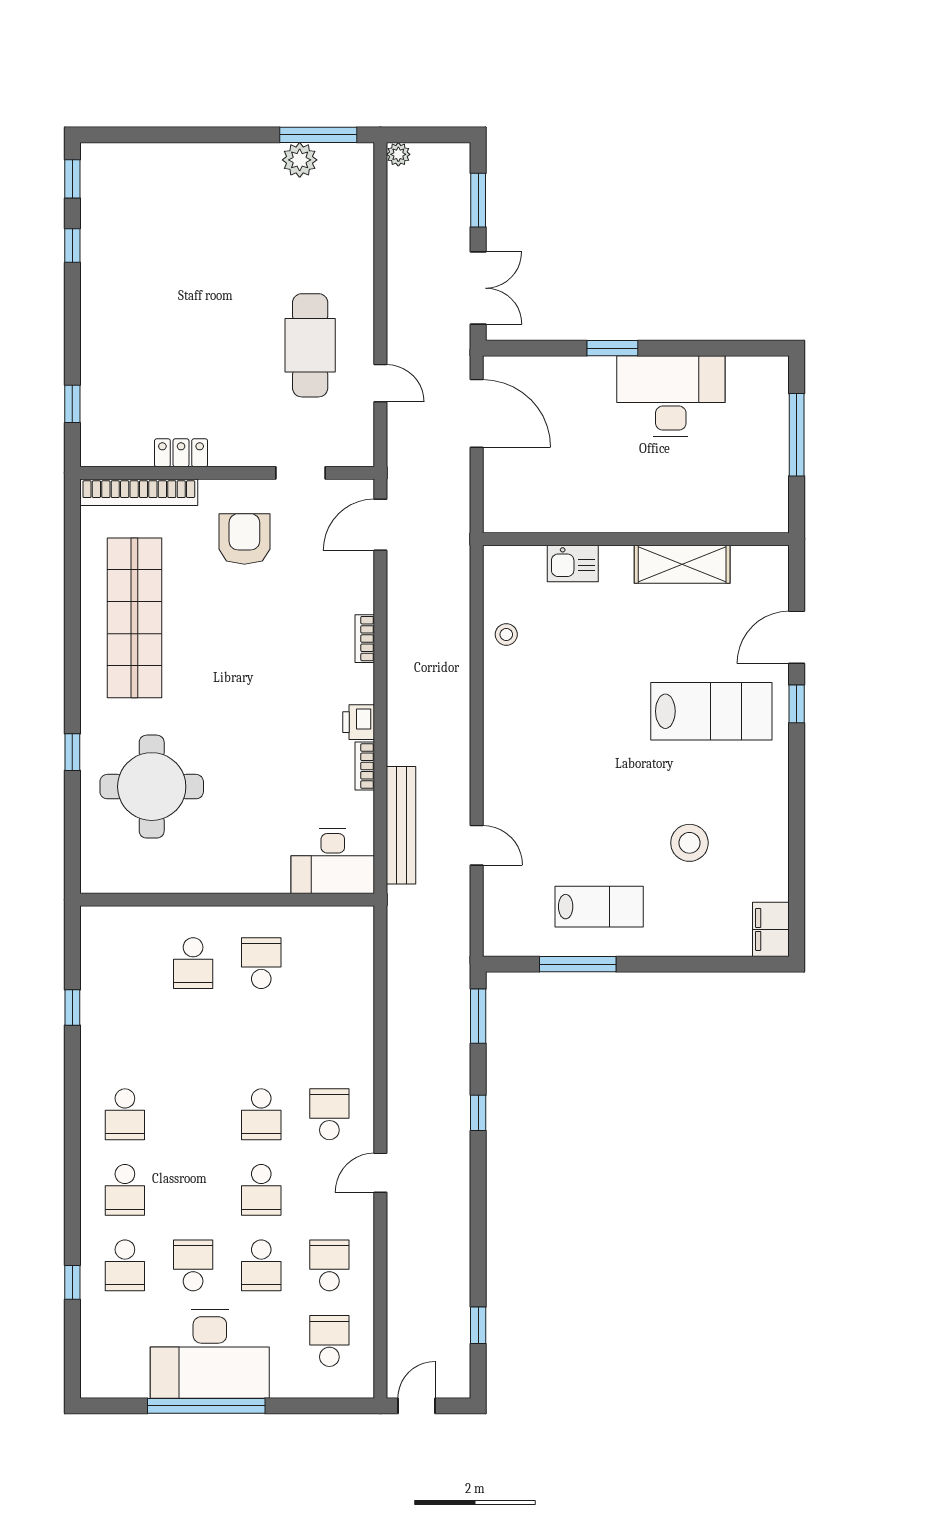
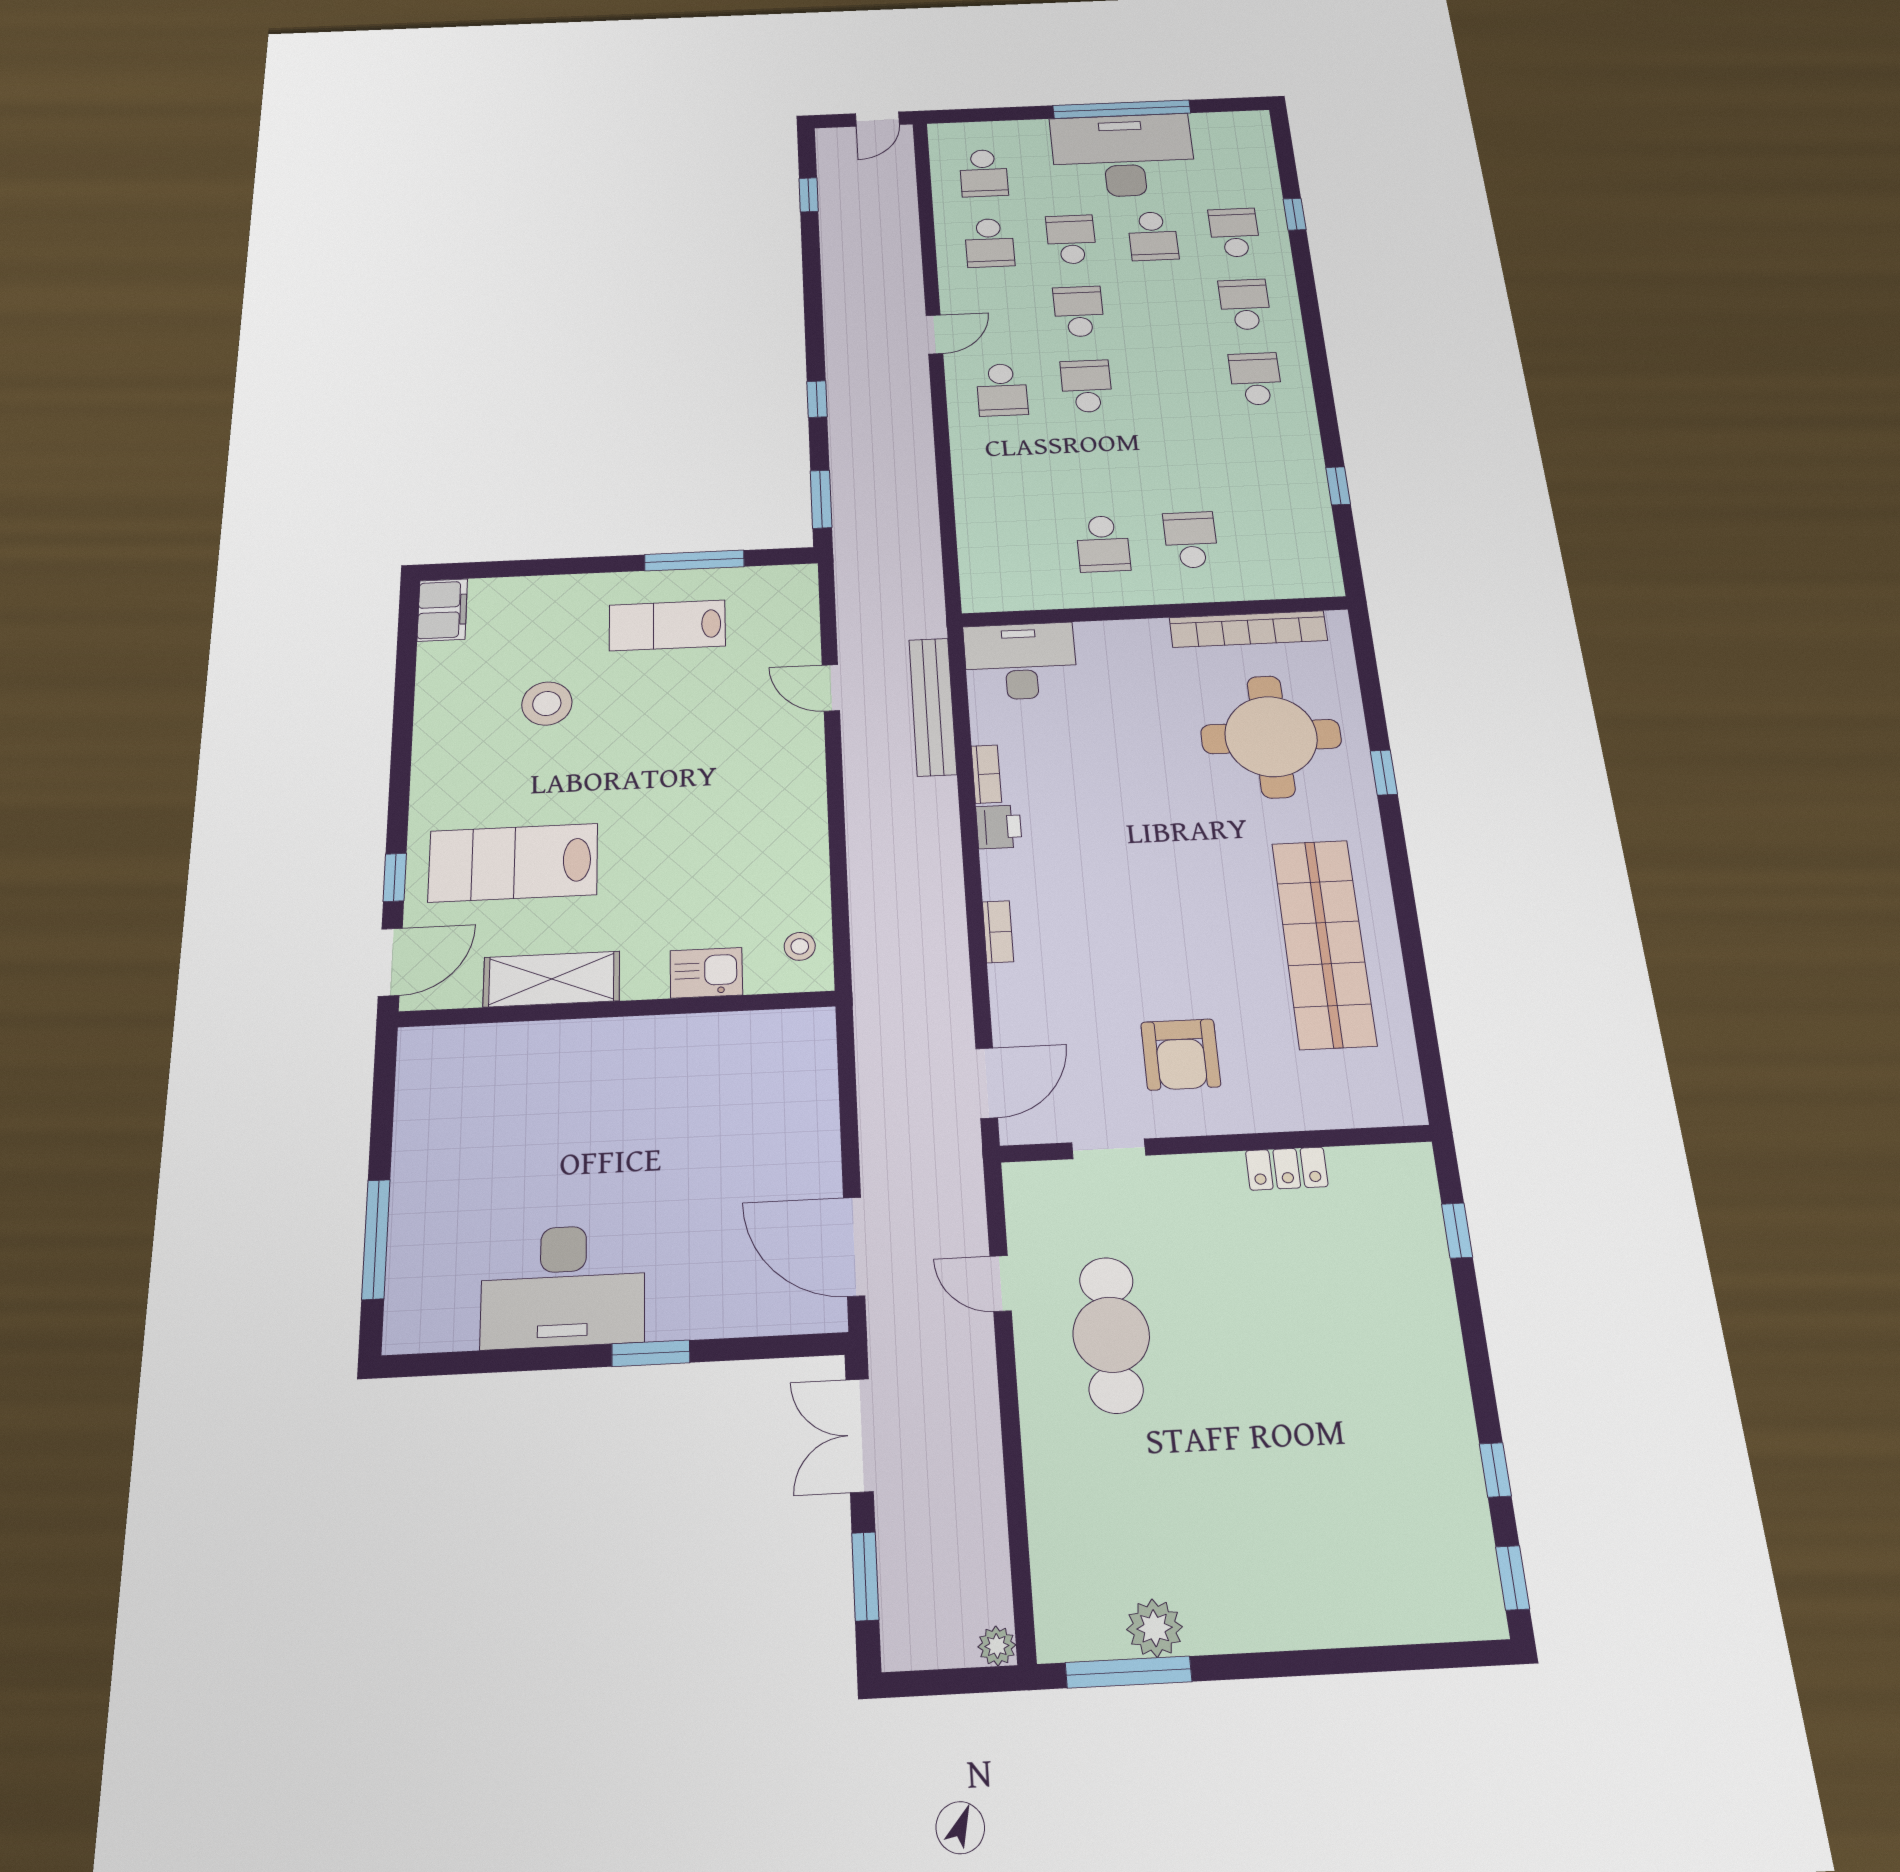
bookcase: (139, 492) -> (1248, 629), moved, turned 180
wall: (636, 539) -> (617, 1009), moved
kitchen sink: (573, 563) -> (706, 973), moved
shelving: (682, 564) -> (551, 979), moved

